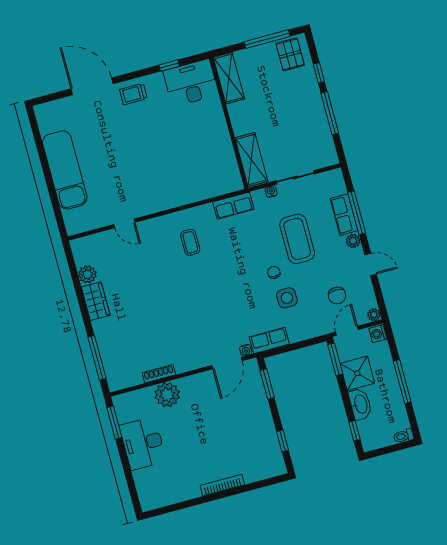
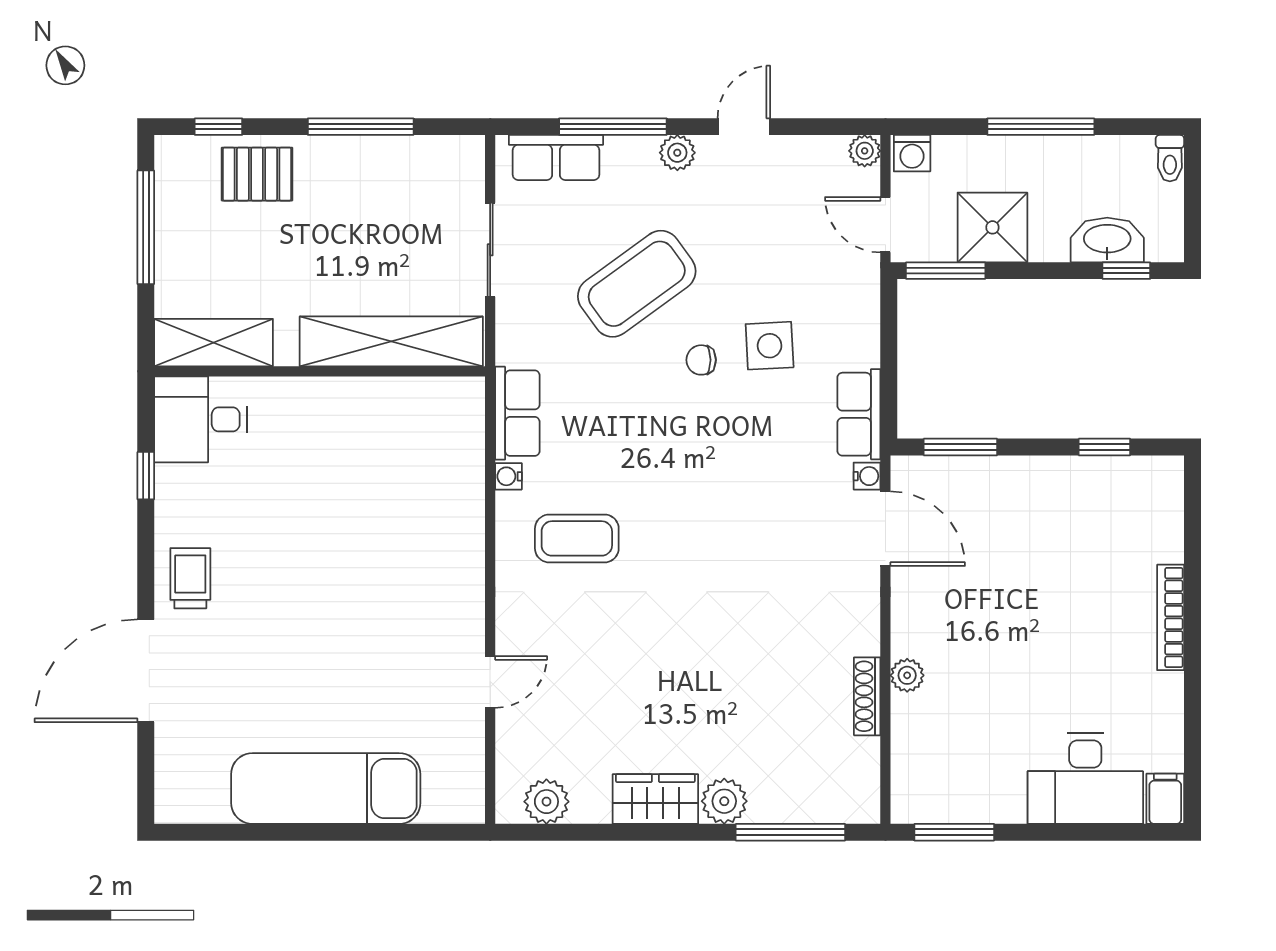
pallet: (290, 54) -> (257, 174), moved
window: (319, 73) -> (218, 127), moved
desk: (191, 83) -> (201, 419), width x0.73
trolley: (133, 94) -> (190, 578), turned 180
shelving: (251, 160) -> (391, 341), width x1.47
water cooler: (271, 192) -> (508, 476), moved
row of seats: (344, 215) -> (556, 157), moved
coffee table: (297, 239) -> (637, 284), turned -36
coffee table: (190, 242) -> (577, 538), width x1.36, depth x1.30
plant: (87, 274) -> (546, 802), moved
chair: (337, 295) -> (796, 226), removed
plant: (102, 329) -> (724, 801), added
plant: (167, 395) -> (907, 675), width x0.53, depth x0.53
washbasin: (360, 404) -> (1107, 240), moved
desk: (143, 443) -> (1085, 779), moved
filing cabinet: (150, 502) -> (1165, 799), added

